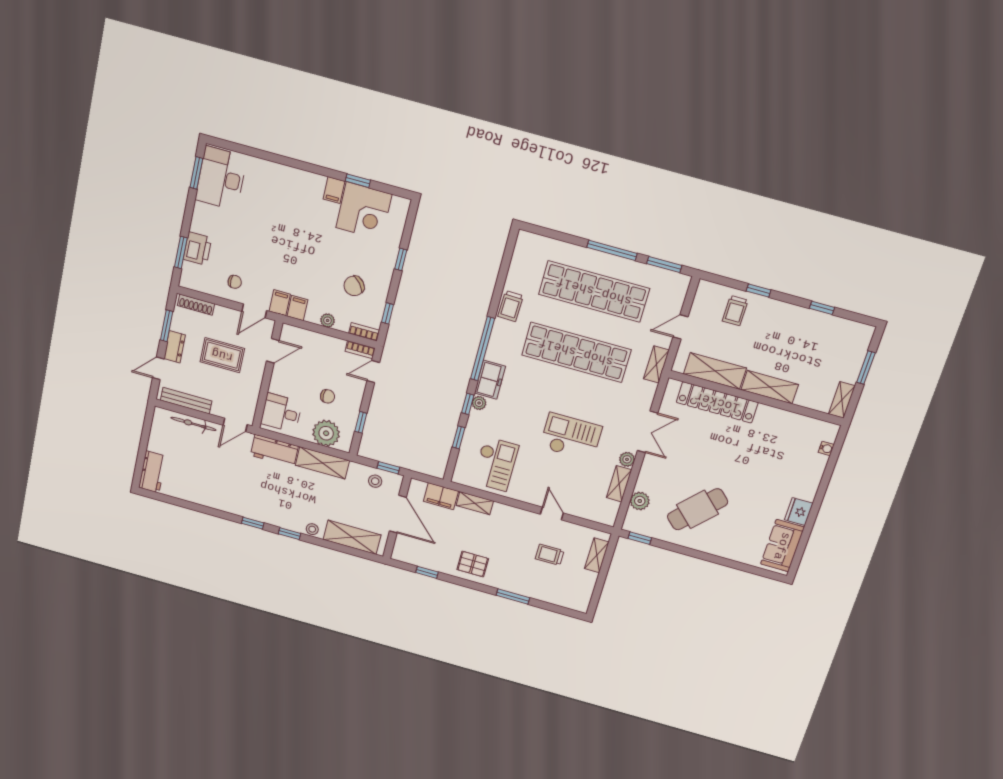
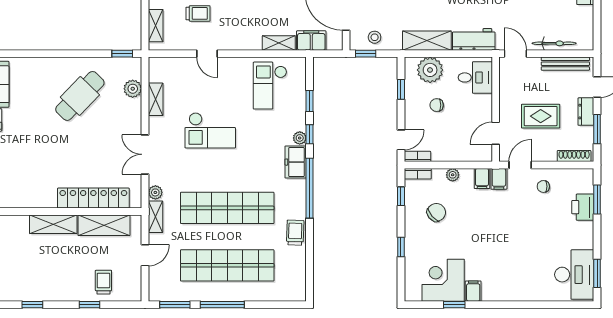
door: (235, 425) -> (515, 54), hinge flipped
plant: (627, 459) -> (155, 192), moved

